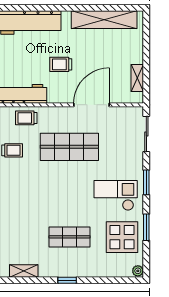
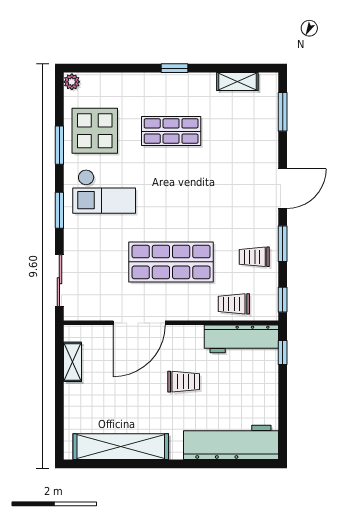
trolley: (26, 118) -> (234, 304), turned 180

